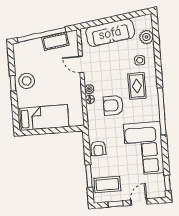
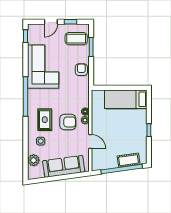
cot: (55, 41) -> (129, 160), moved
stool: (27, 81) -> (137, 131), removed
armchair: (113, 105) -> (68, 122), moved

